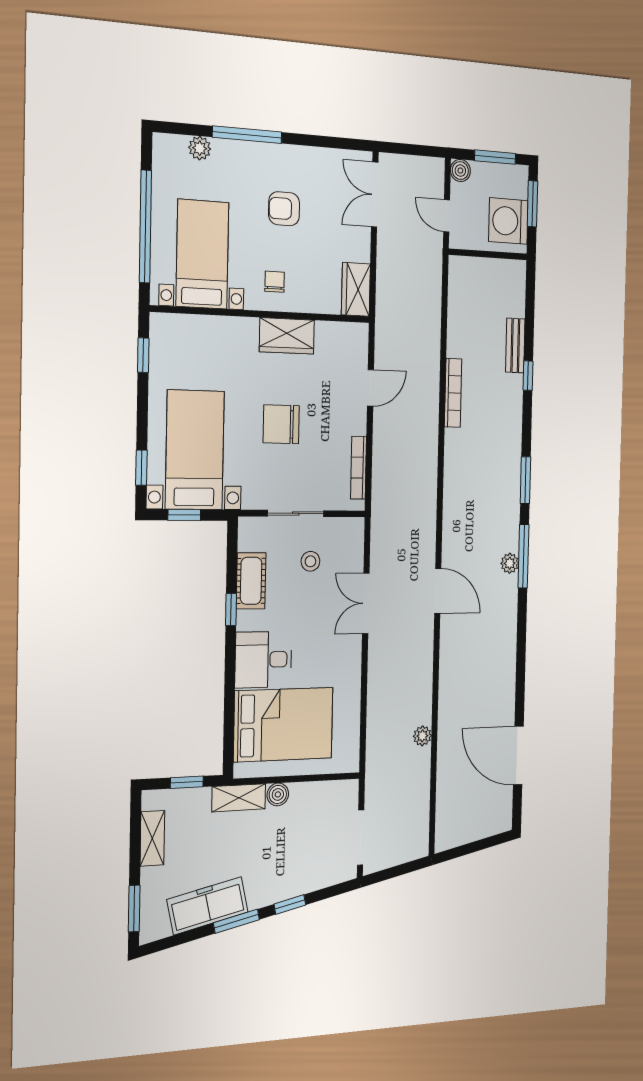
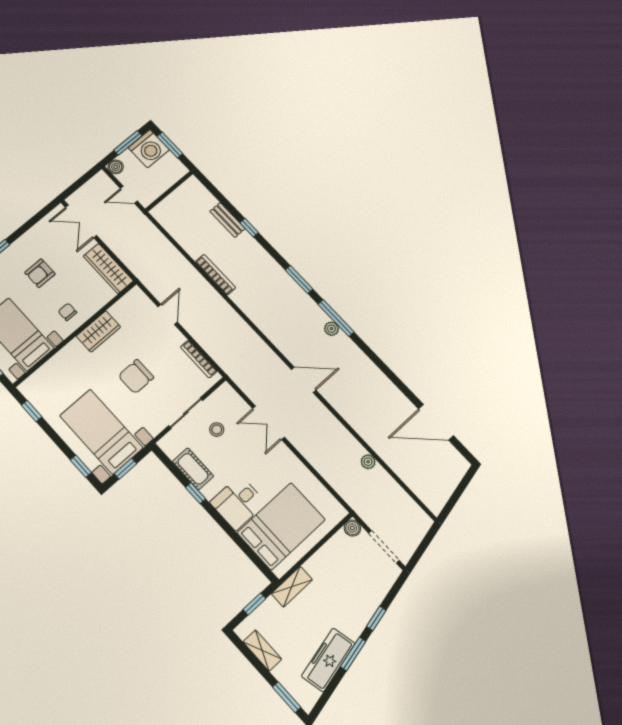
washing machine: (508, 221) -> (149, 149), moved, turned -90
wardrobe: (356, 289) -> (108, 269), width x1.50
boiler: (278, 794) -> (352, 528), moved

